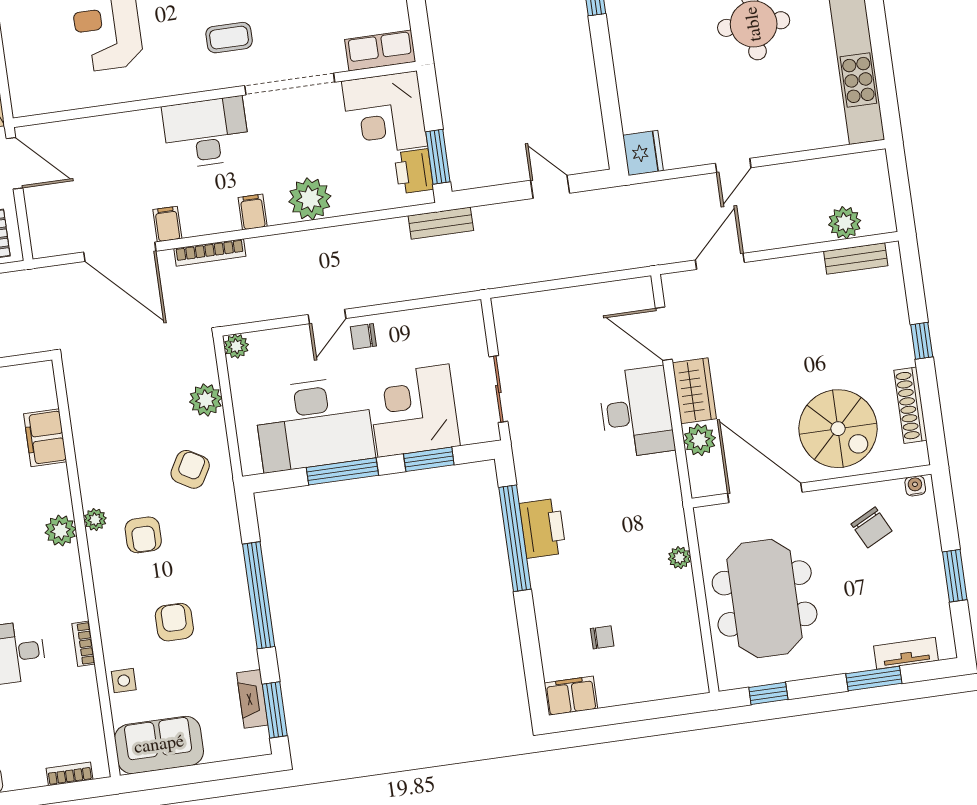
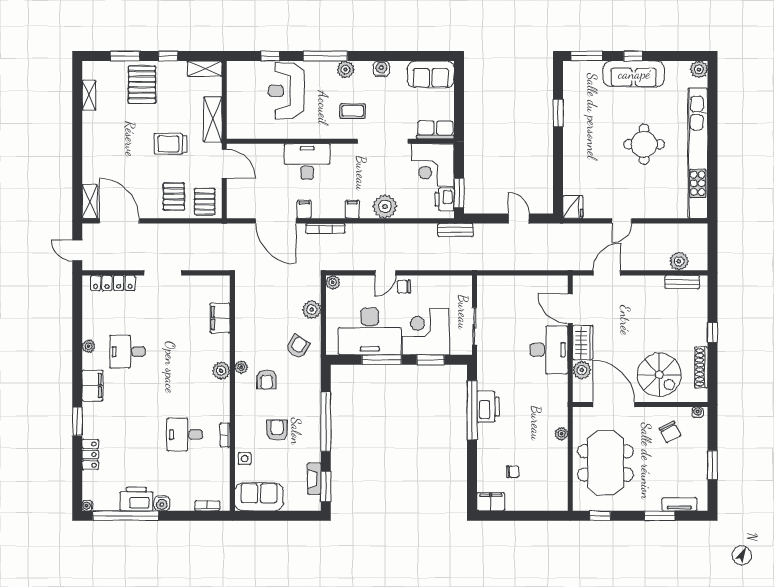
desk: (206, 132) -> (307, 162), moved

